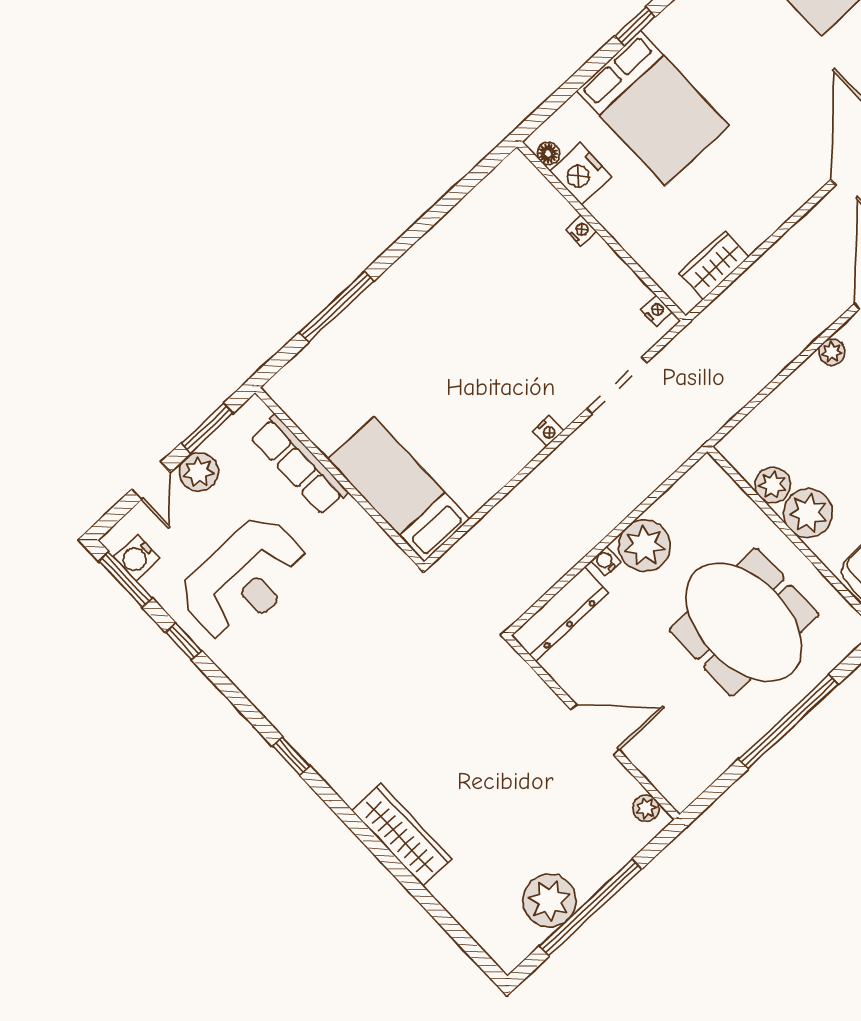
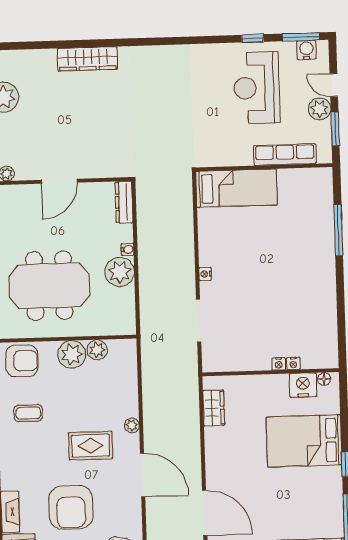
nightstand: (656, 311) -> (293, 364), moved
dresser: (560, 614) -> (124, 202), width x0.73, depth x0.80
window: (291, 756) -> (163, 41), removed

